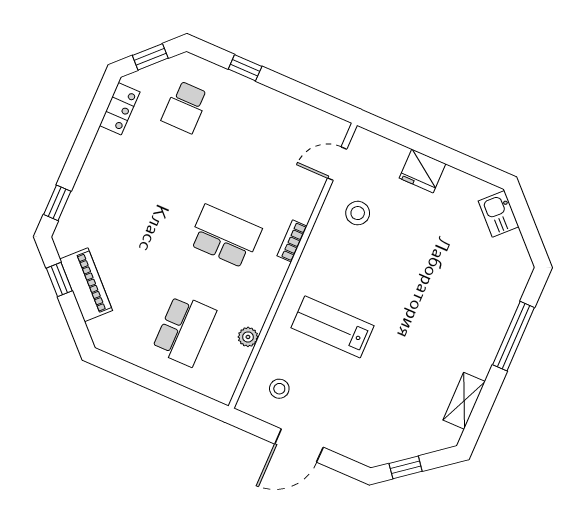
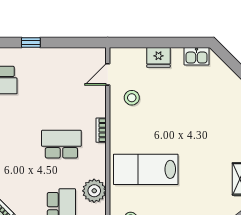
kitchen sink: (498, 214) -> (196, 56), moved, turned -45
lab bench: (332, 327) -> (146, 169), width x1.36, depth x1.39
plant: (248, 337) -> (94, 191), width x1.87, depth x1.87

